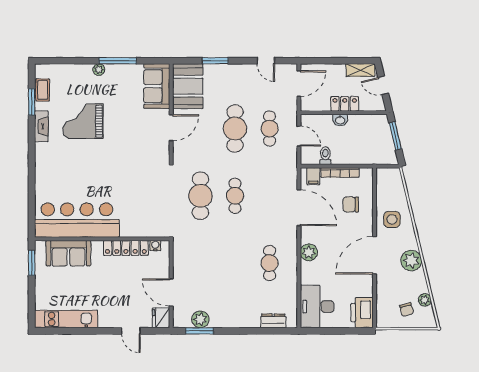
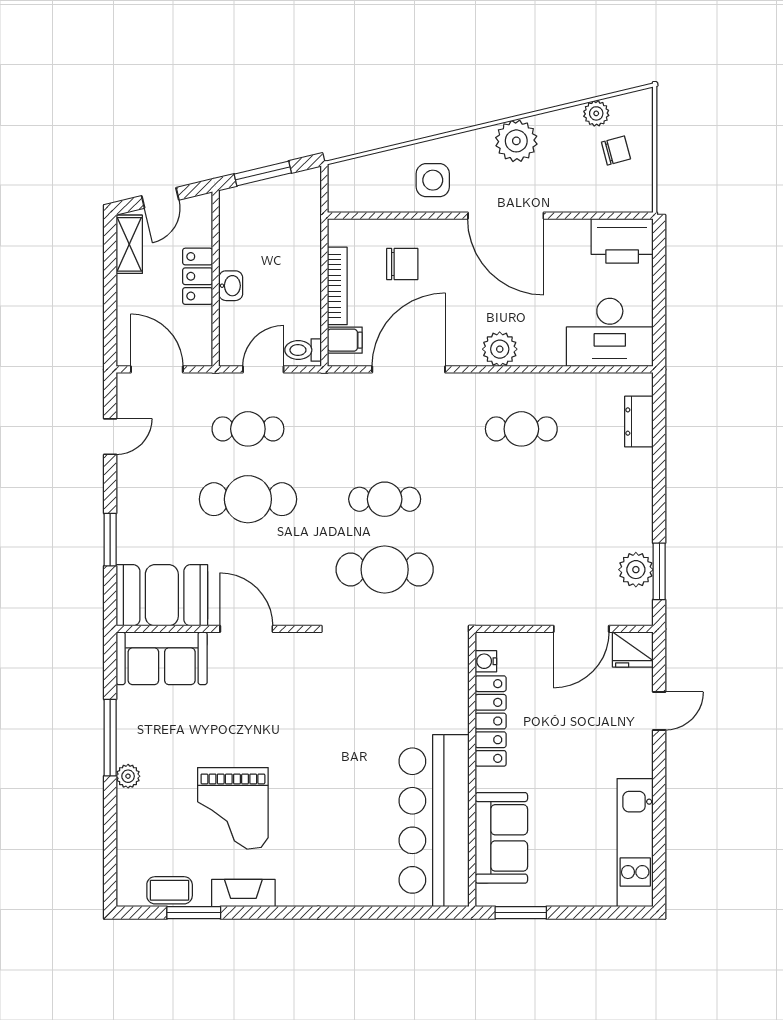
toilet: (325, 156) -> (303, 350), moved
chair: (351, 204) -> (402, 264), turned -90

